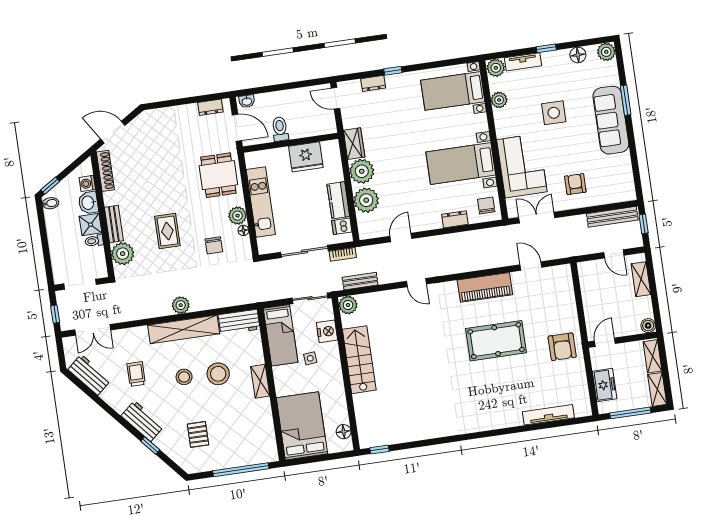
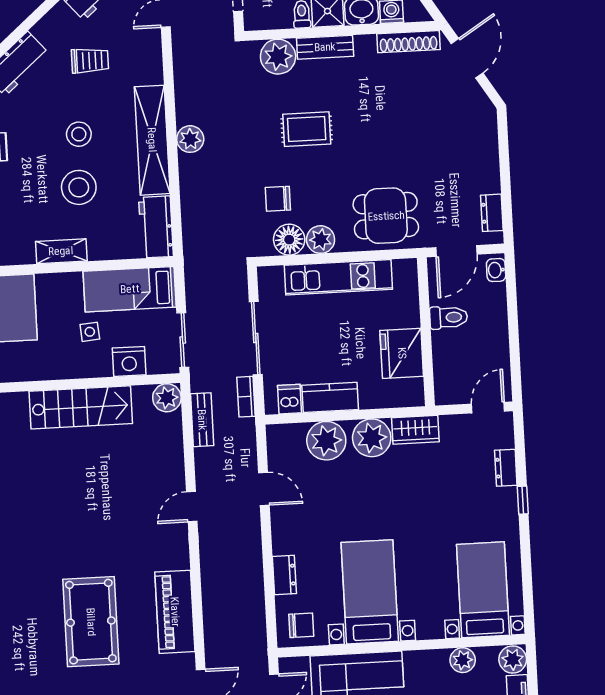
floor lamp: (243, 230) -> (289, 240), width x1.89, depth x1.89

